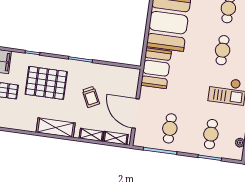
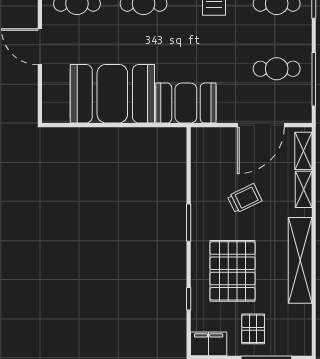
shelving: (56, 128) -> (300, 260), width x1.47

